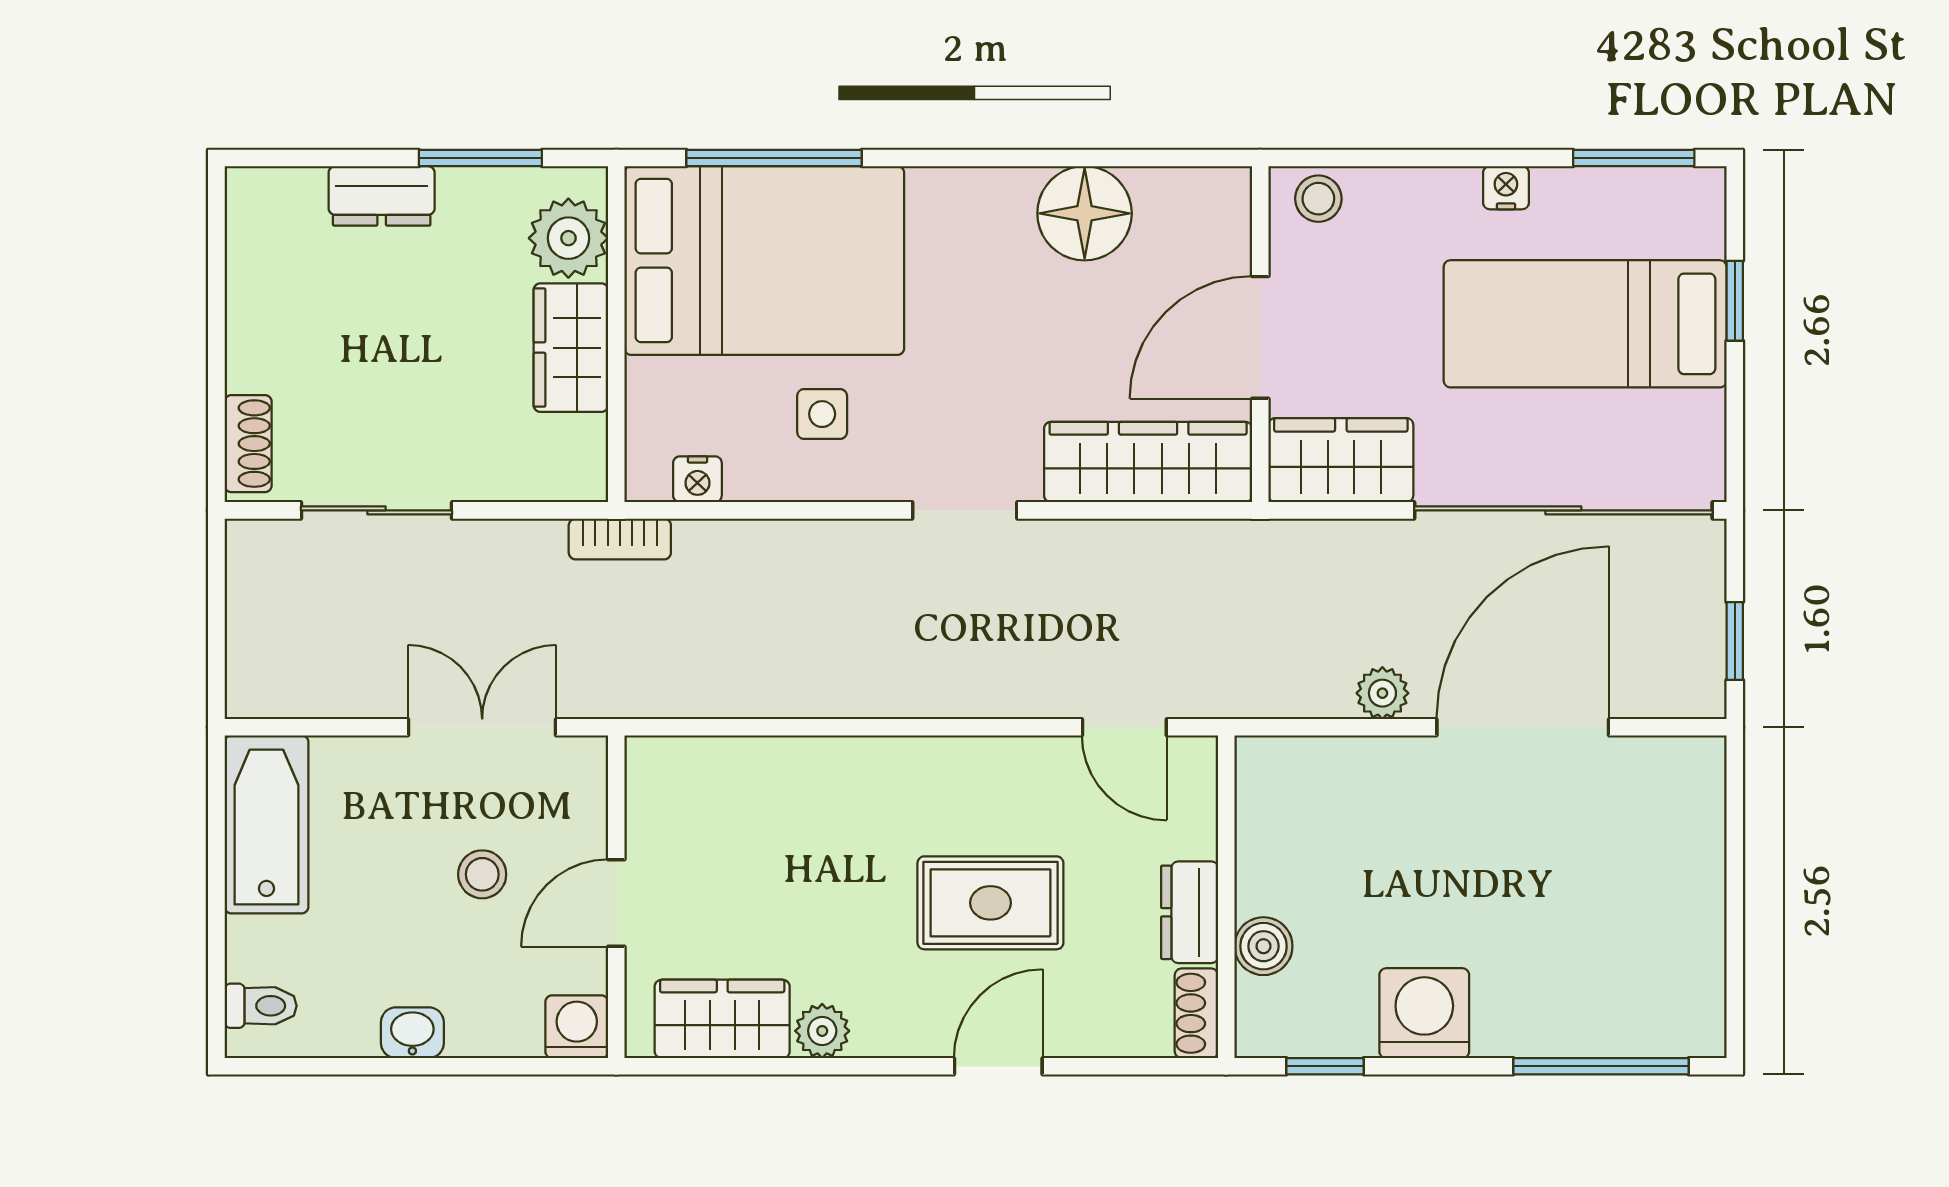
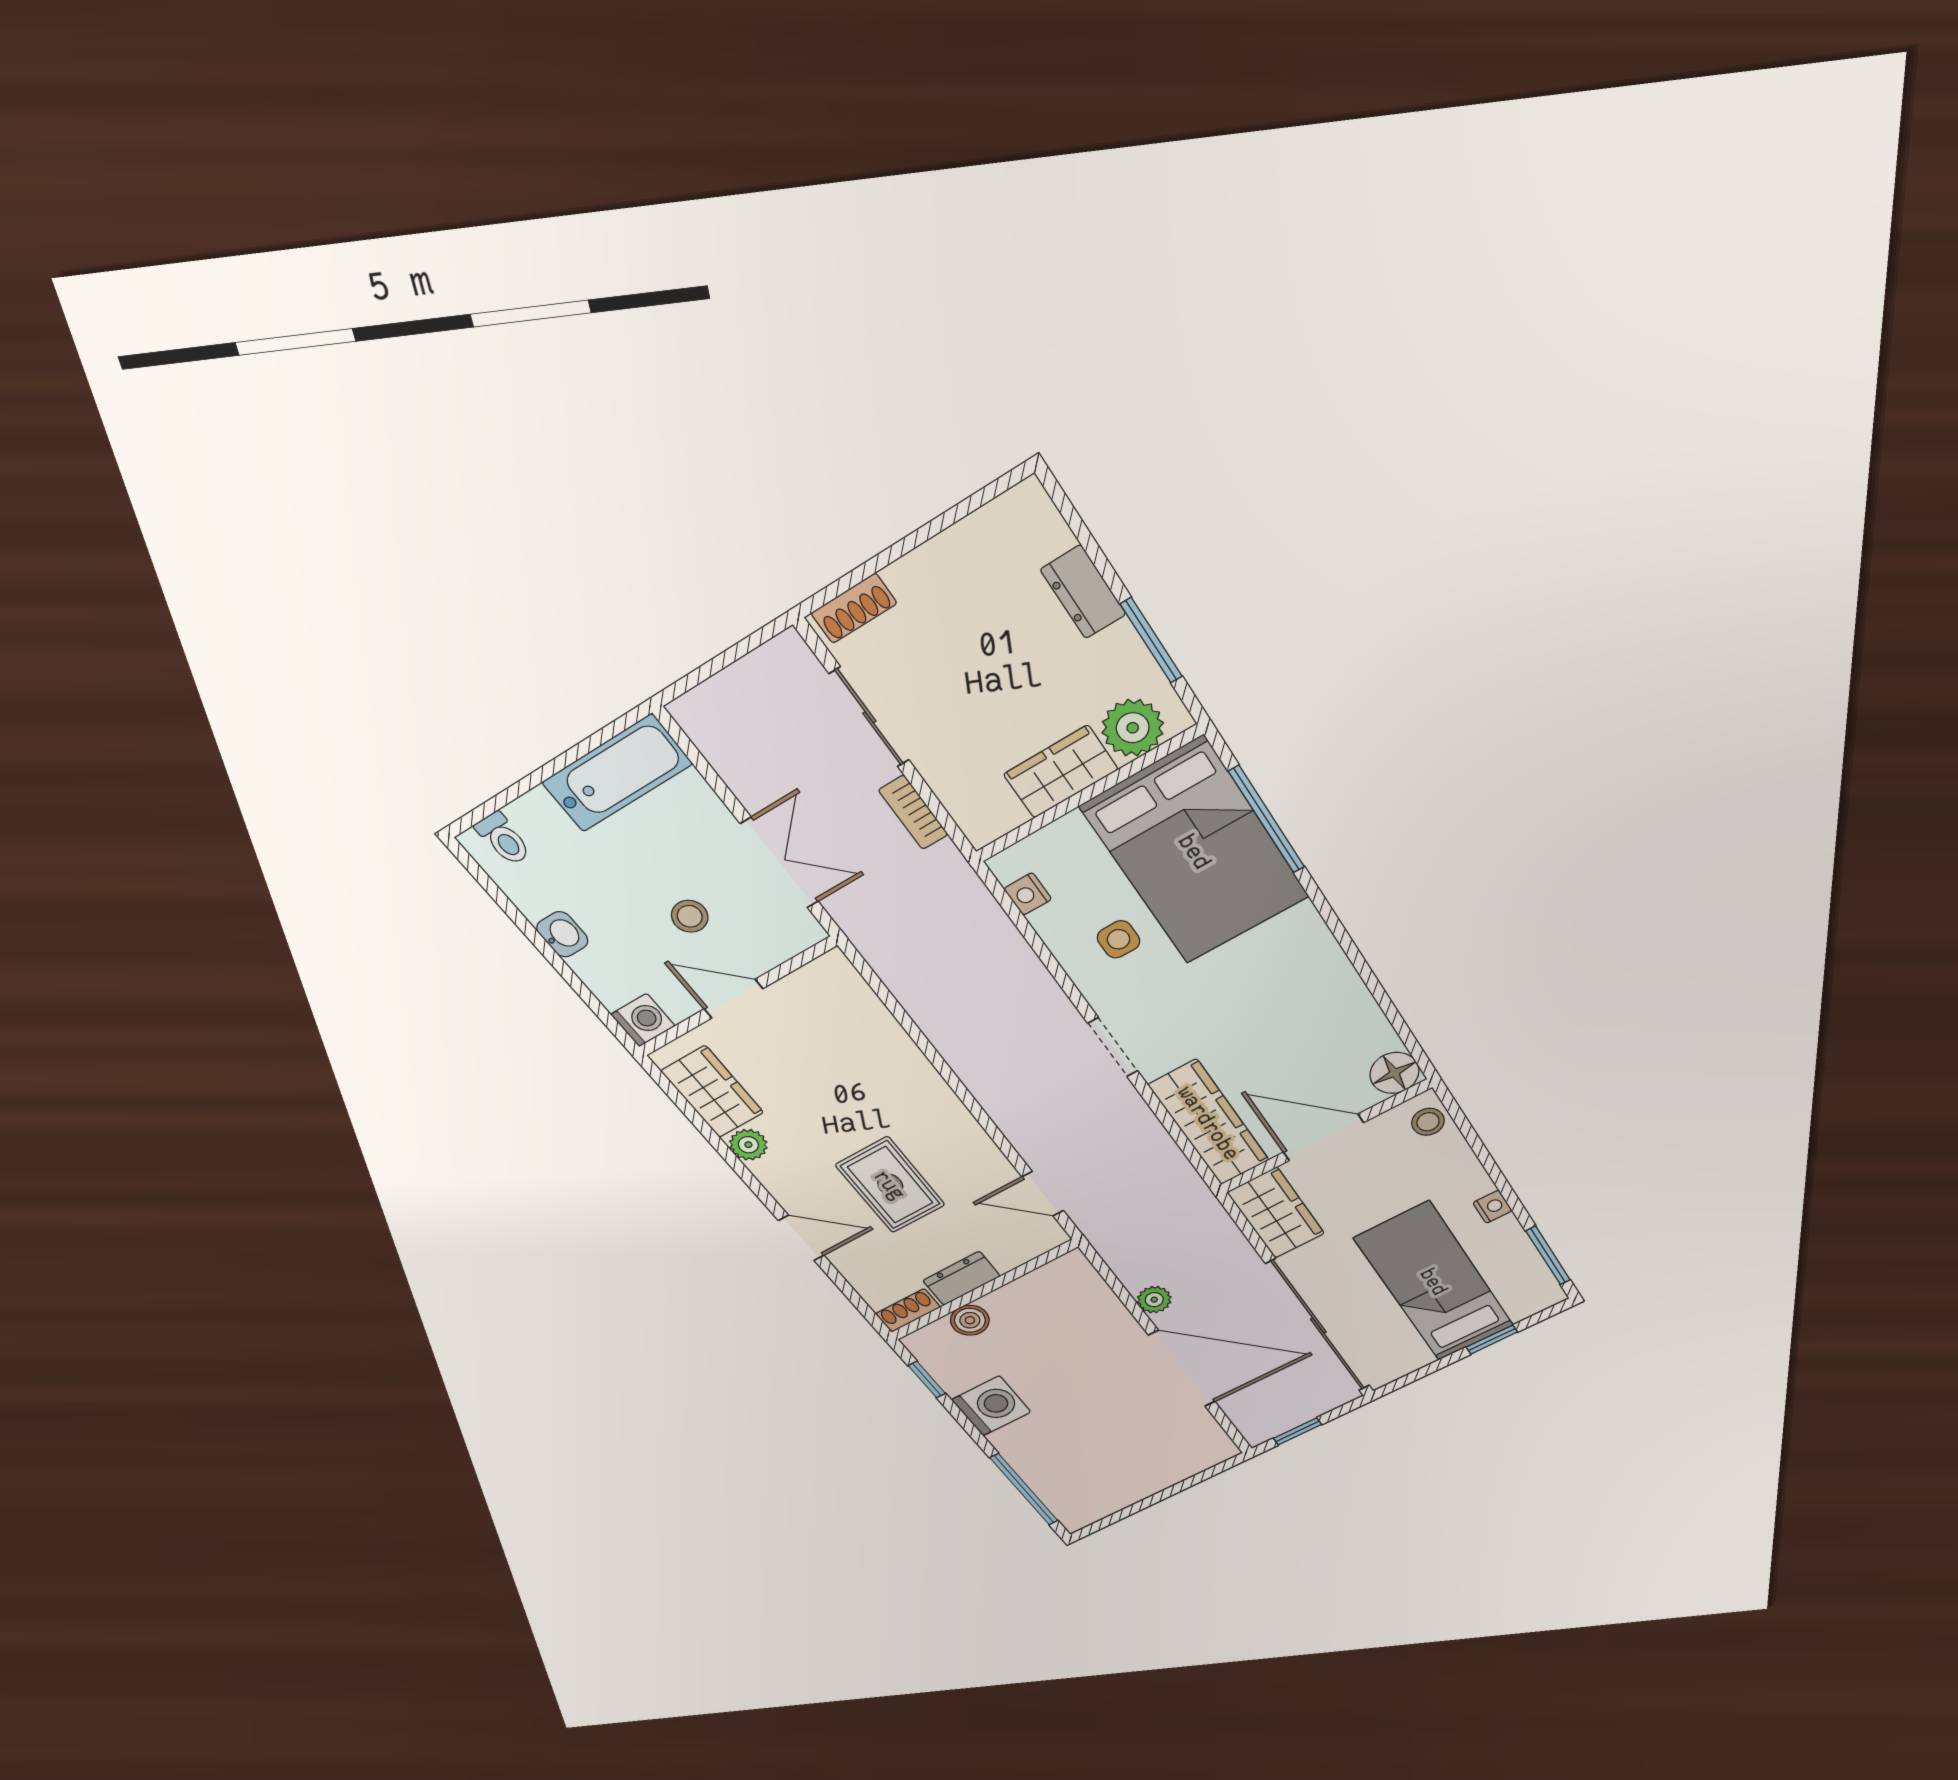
floor lamp: (1085, 213) -> (1394, 1073), moved, width x0.73, depth x0.73
bookcase: (620, 539) -> (913, 812), moved
door: (1124, 727) -> (1043, 1194), hinge flipped

